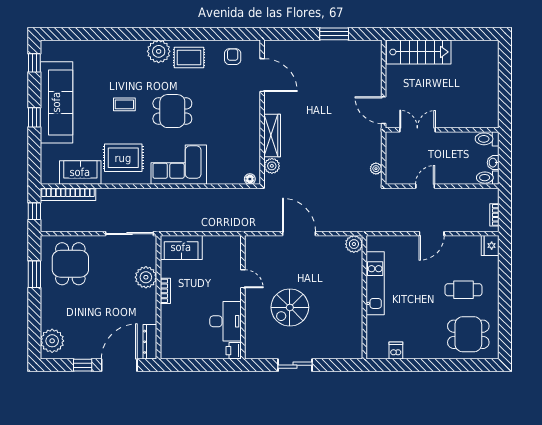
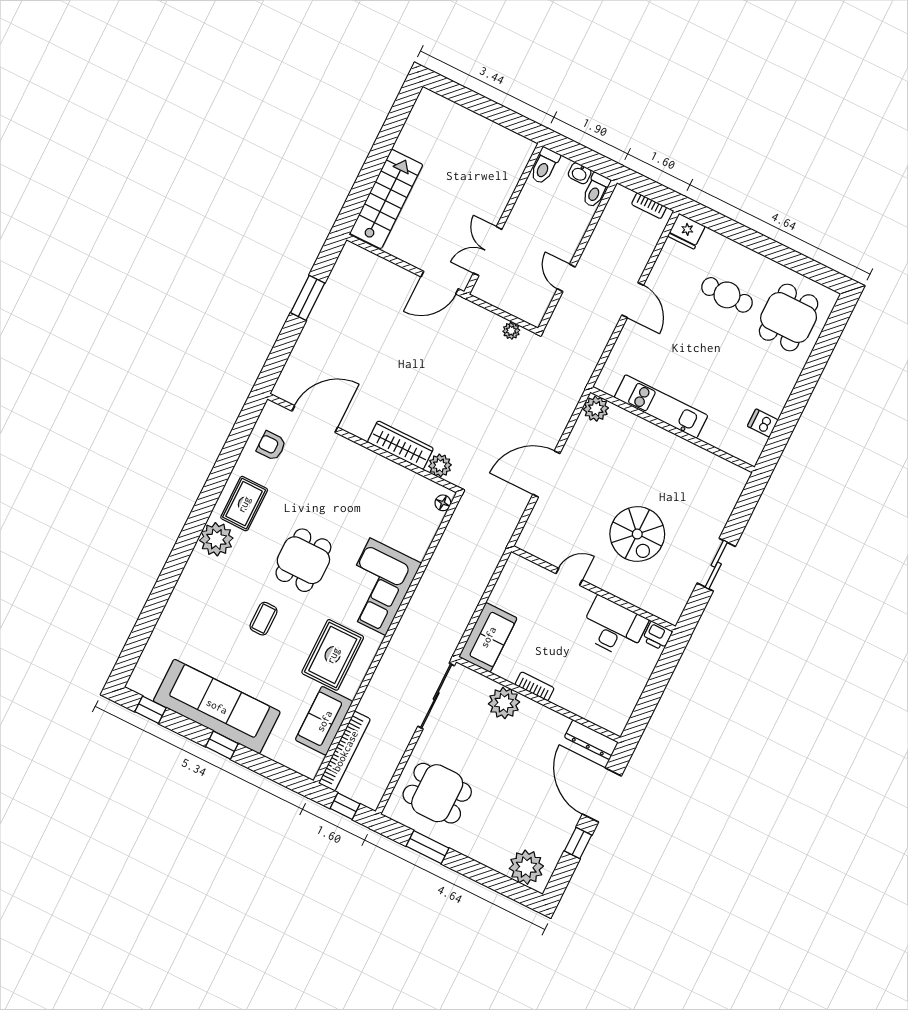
cafe table: (463, 290) -> (727, 295), turned 90

